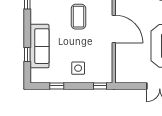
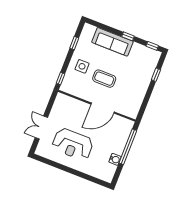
coffee table: (79, 17) -> (104, 79), moved
window: (27, 55) -> (128, 36), moved

